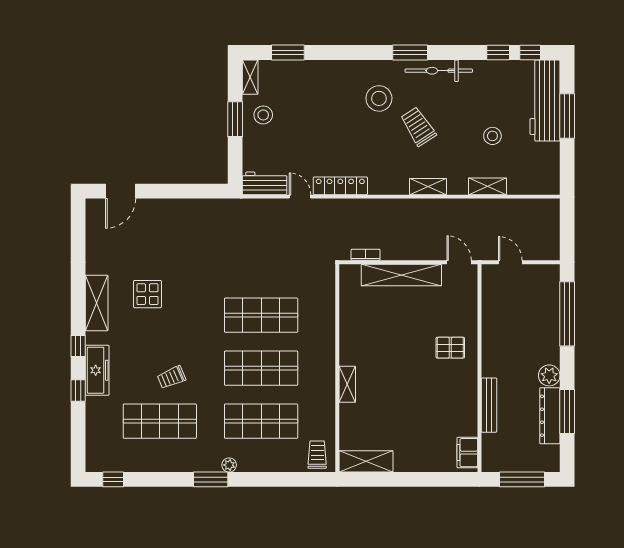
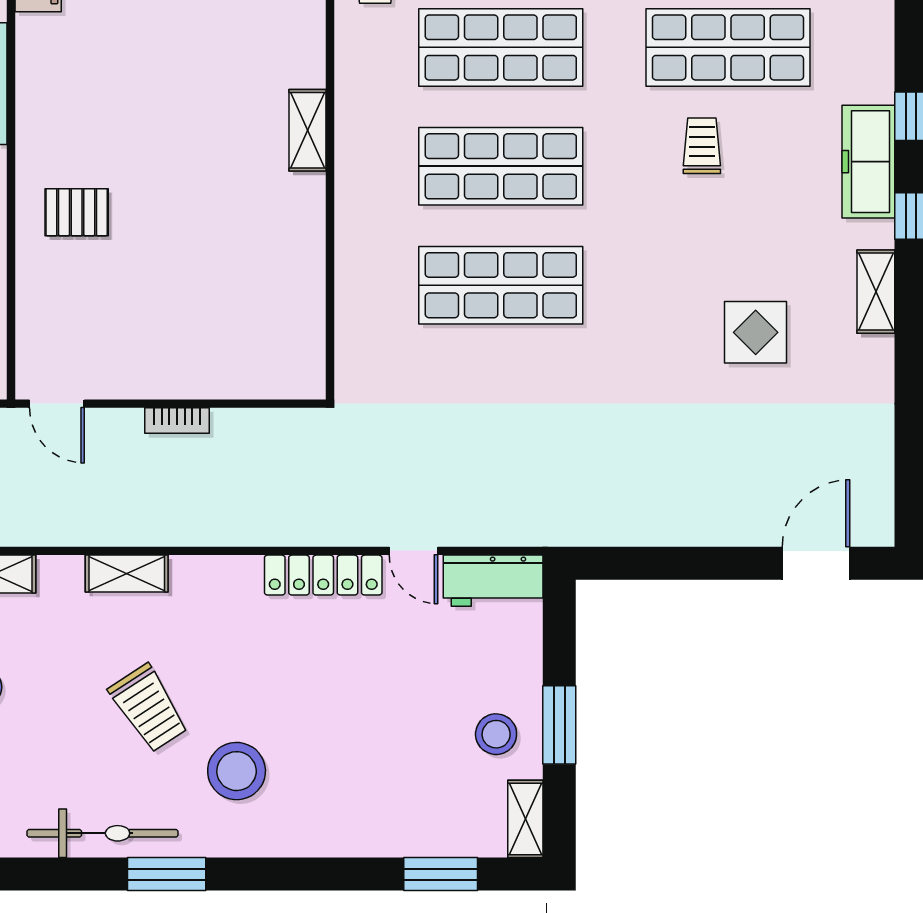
bookcase: (366, 255) -> (177, 421), moved
shelving: (401, 275) -> (186, 375), removed
shelving: (97, 303) -> (876, 292), width x0.67, depth x0.75
trolley: (171, 377) -> (702, 146), turned -67

